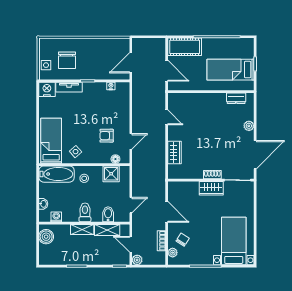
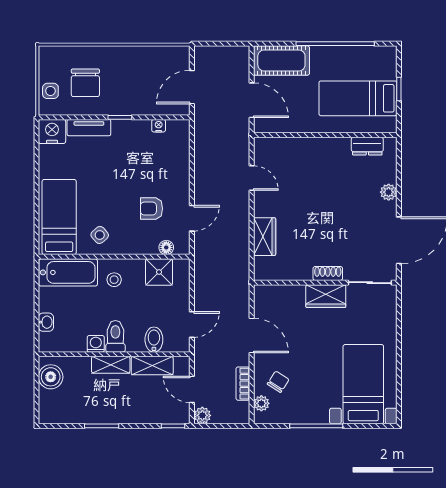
washing machine: (56, 217) -> (96, 344), moved

